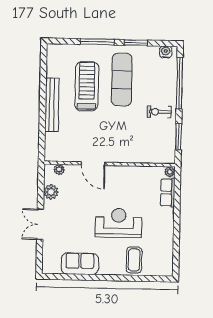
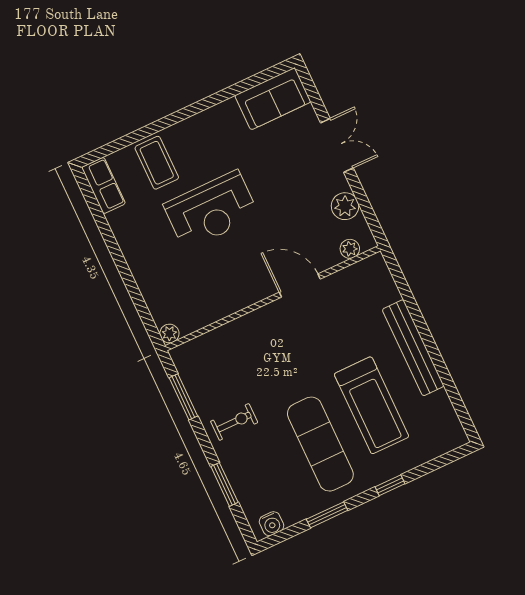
window: (97, 42) -> (390, 485), width x0.46
window: (180, 83) -> (224, 484), width x0.47
row of seats: (168, 193) -> (103, 185), moved
sofa: (80, 264) -> (273, 99), moved

